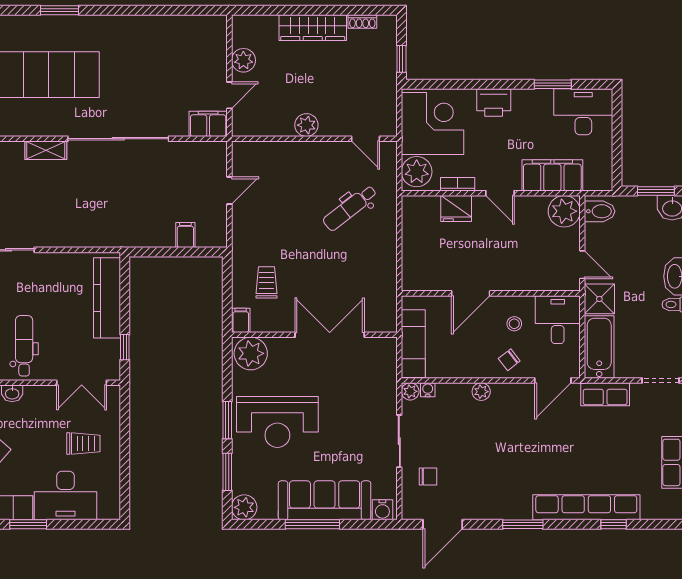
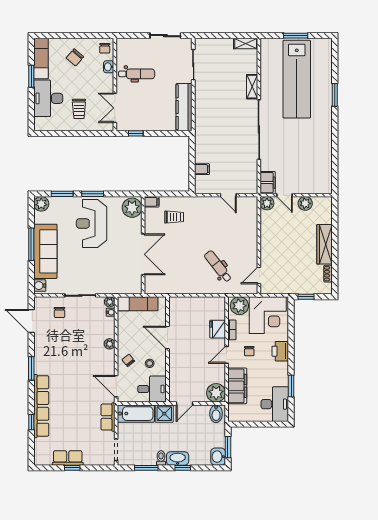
plant: (306, 125) -> (267, 203), moved
chair: (494, 155) -> (249, 351), added
kitchen counter: (107, 298) -> (184, 107), moved, turned -90

